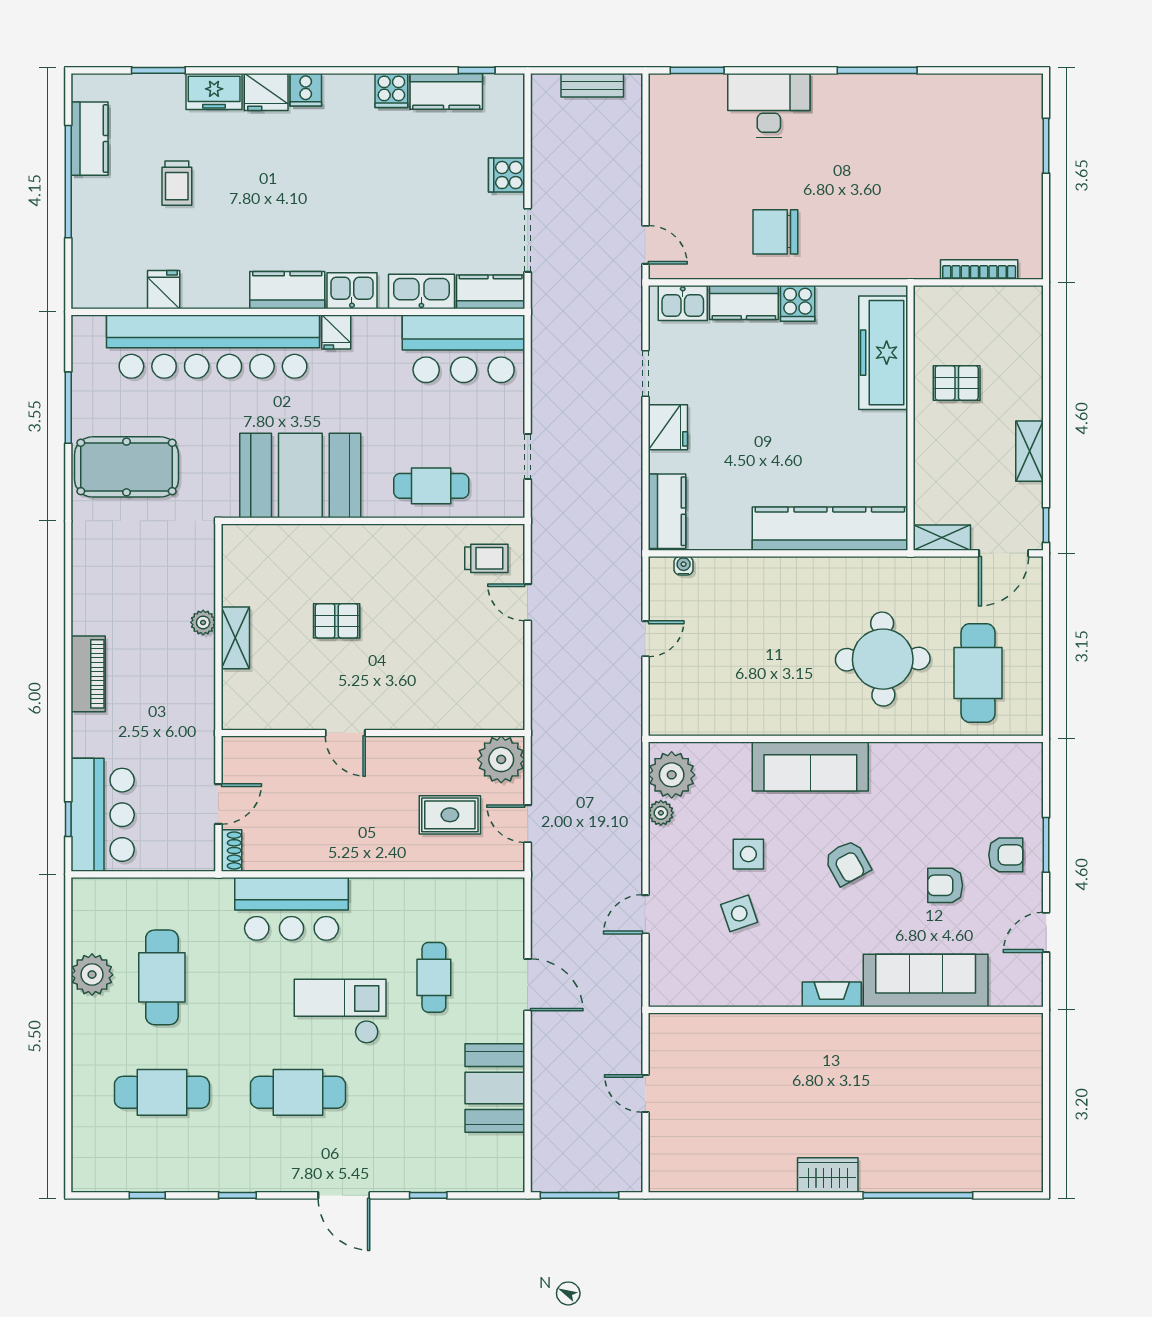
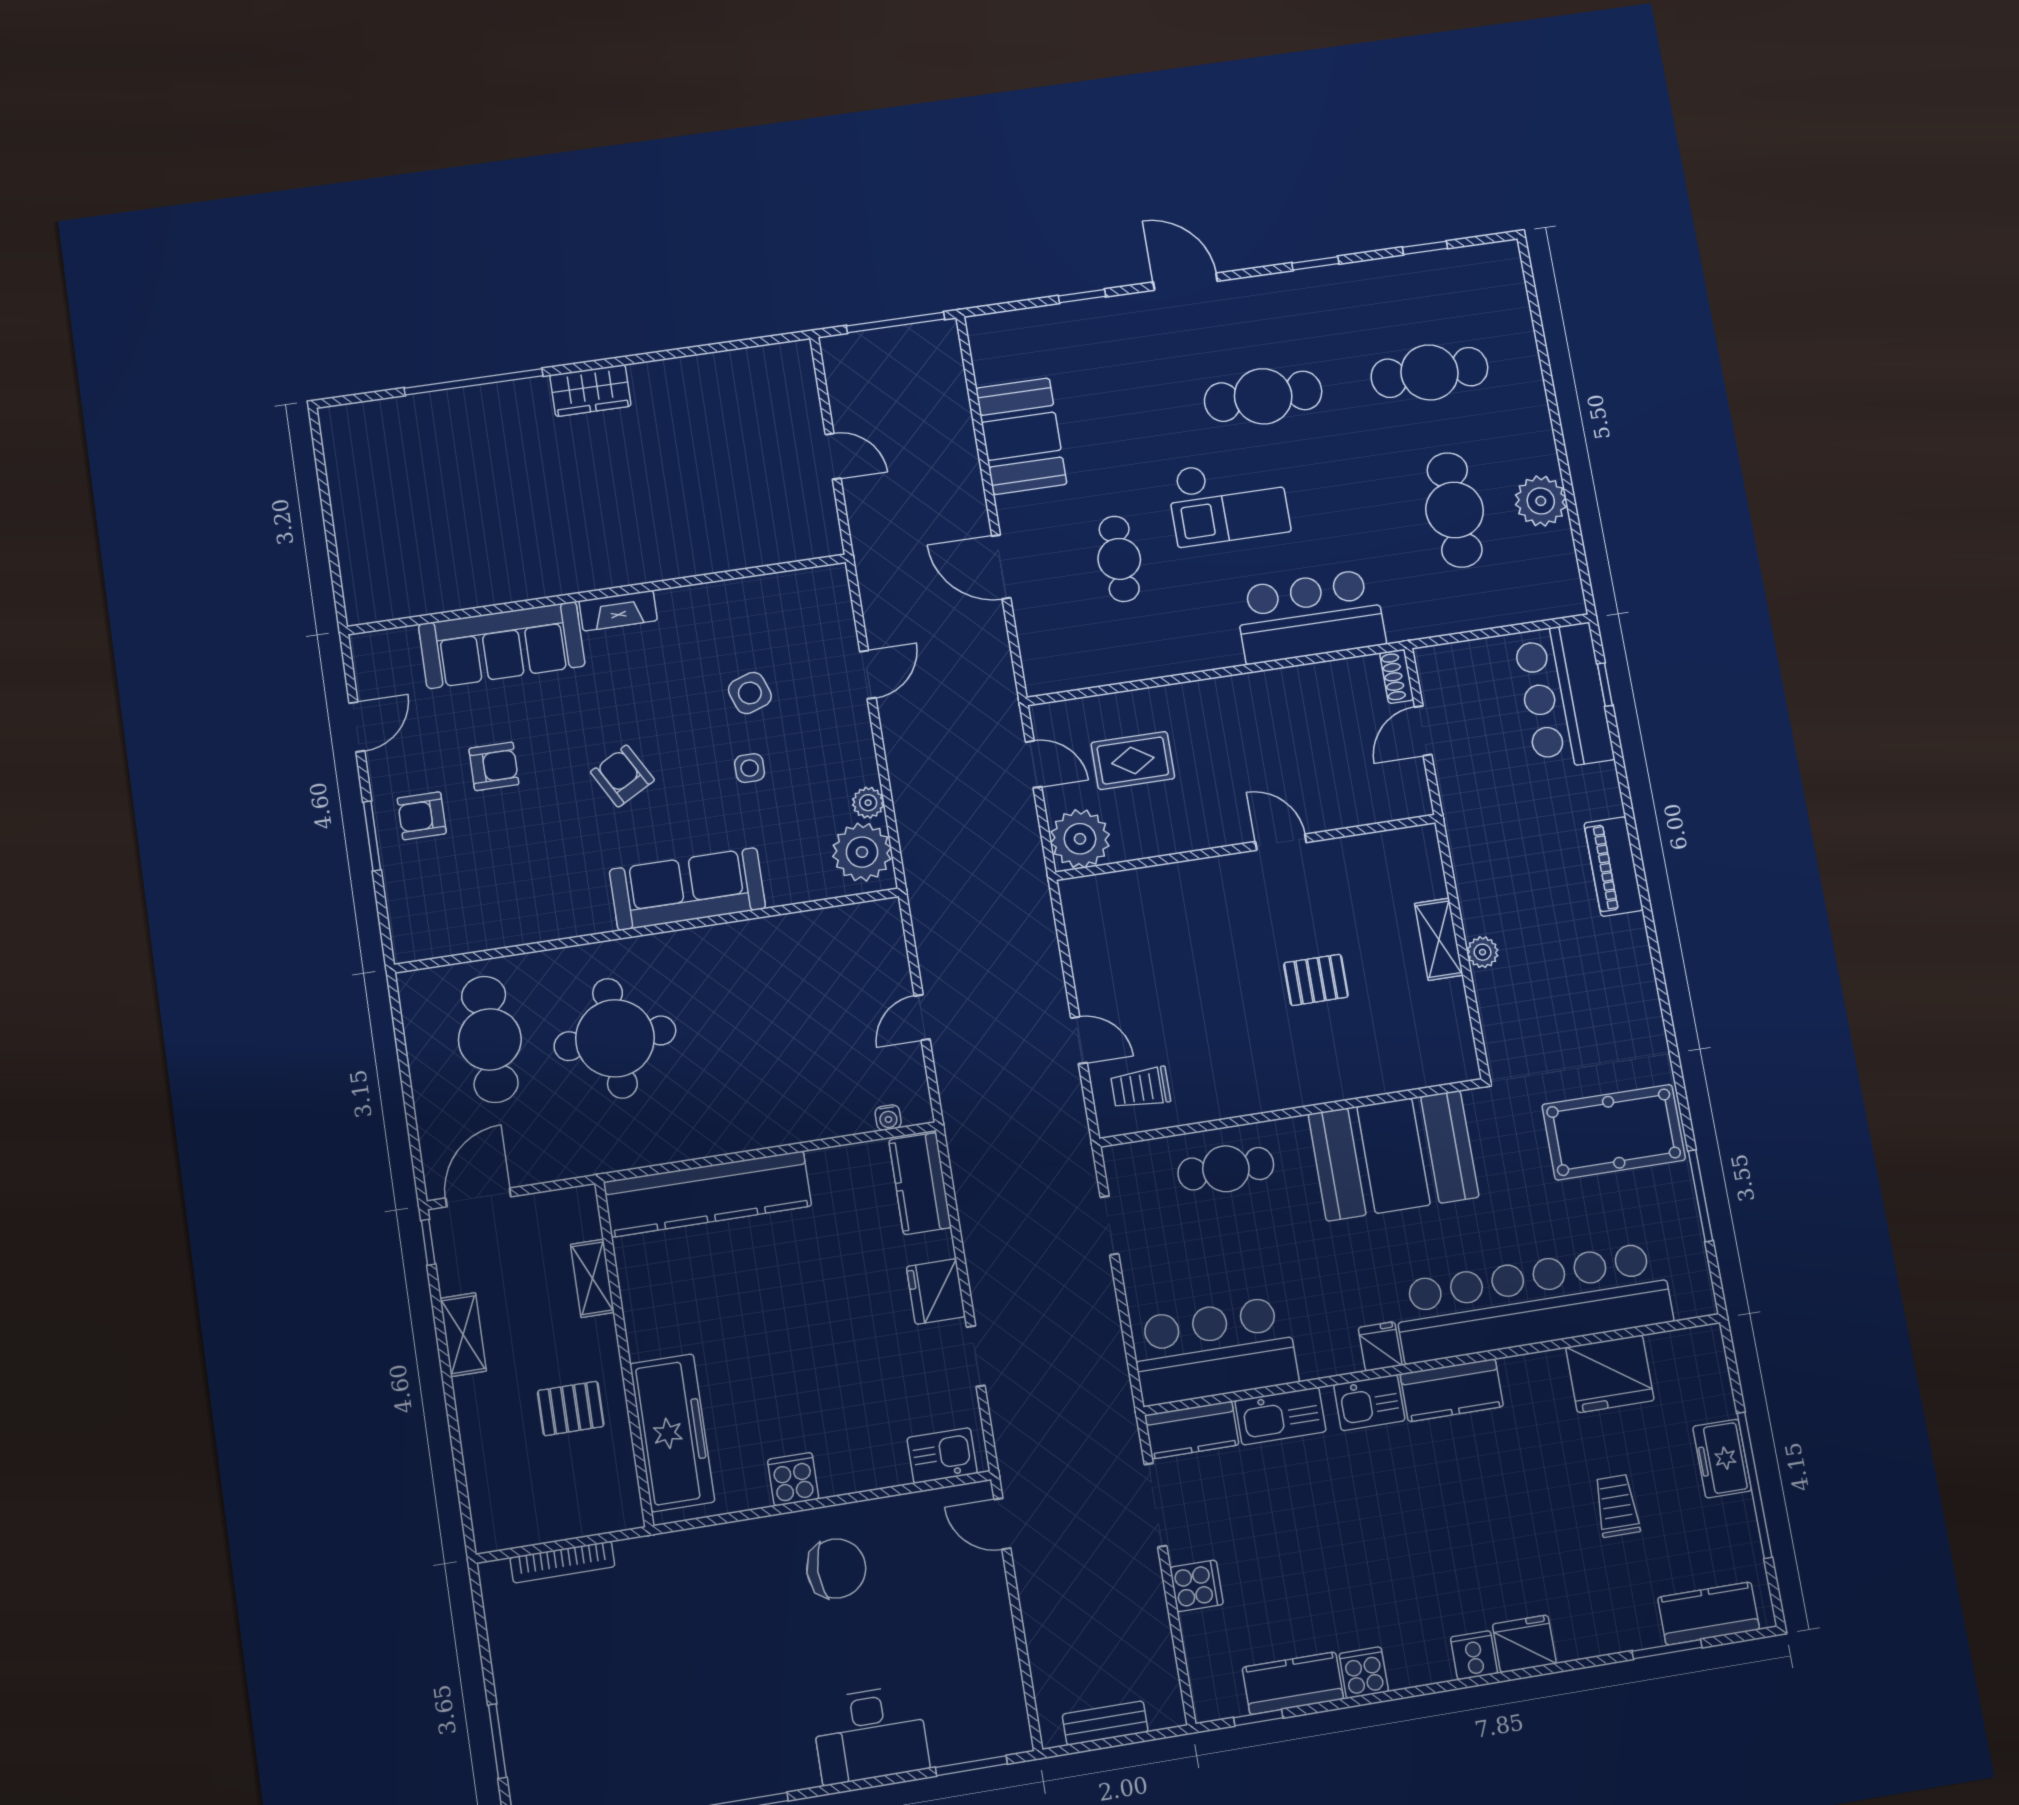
freezer: (214, 91) -> (1722, 1459), moved, turned -90
kitchen counter: (90, 139) -> (1709, 1613), moved, turned 90
fridge: (164, 290) -> (1610, 1374), width x1.88, depth x1.34
kitchen counter: (744, 302) -> (863, 1469), removed
shelving: (942, 538) -> (592, 1278), moved, turned 90
side table: (748, 854) -> (750, 768), width x0.73, depth x0.73

